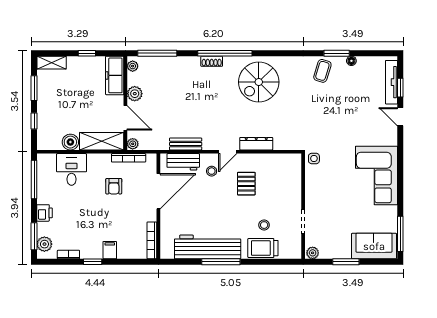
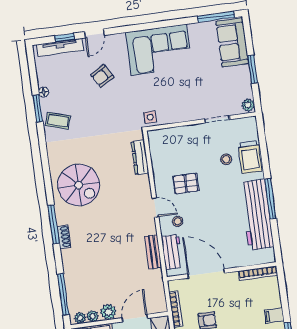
window: (225, 53) -> (54, 224), width x0.68
armchair: (359, 118) -> (102, 76), added
plant: (133, 144) -> (93, 316), moved
dresser: (256, 144) -> (140, 157), moved

